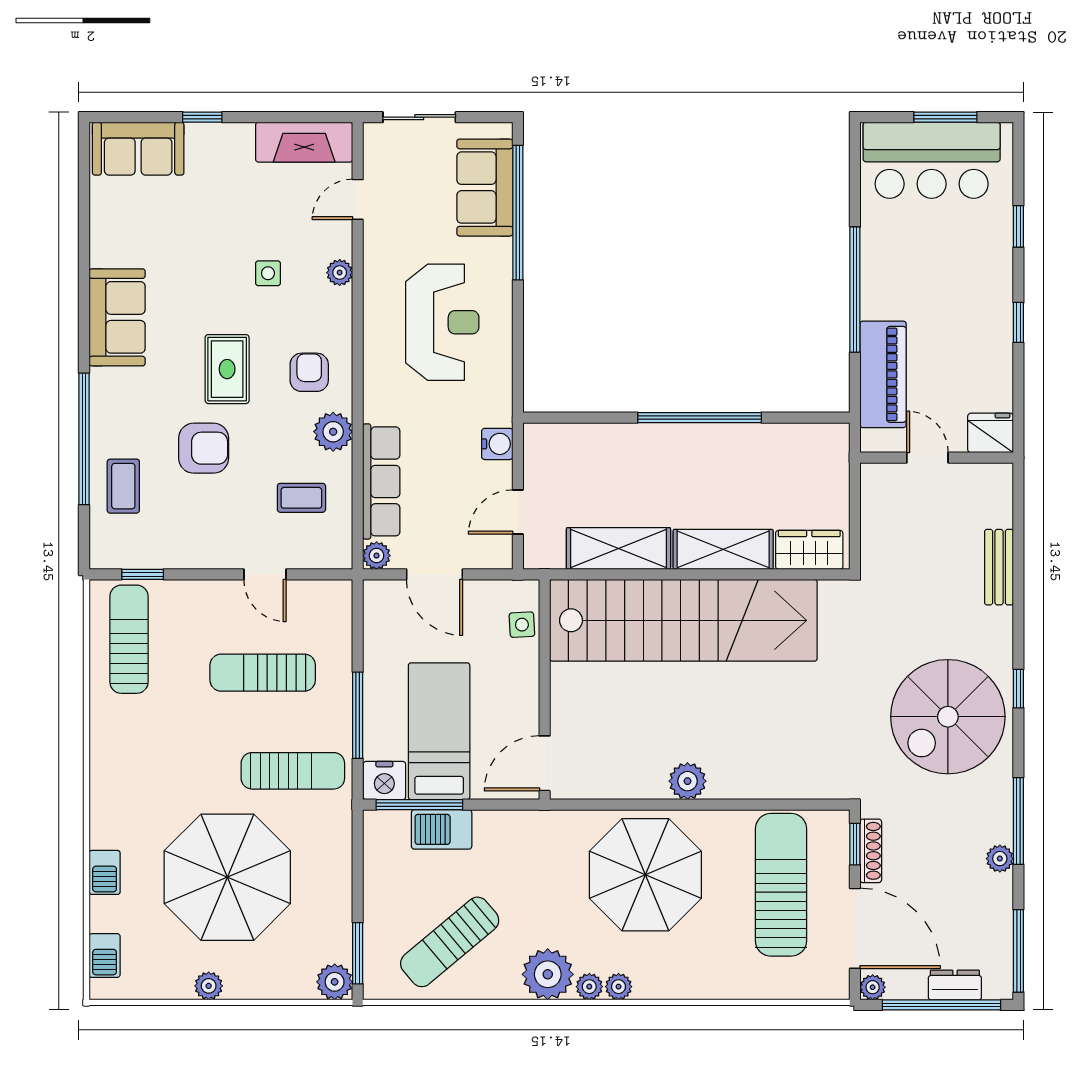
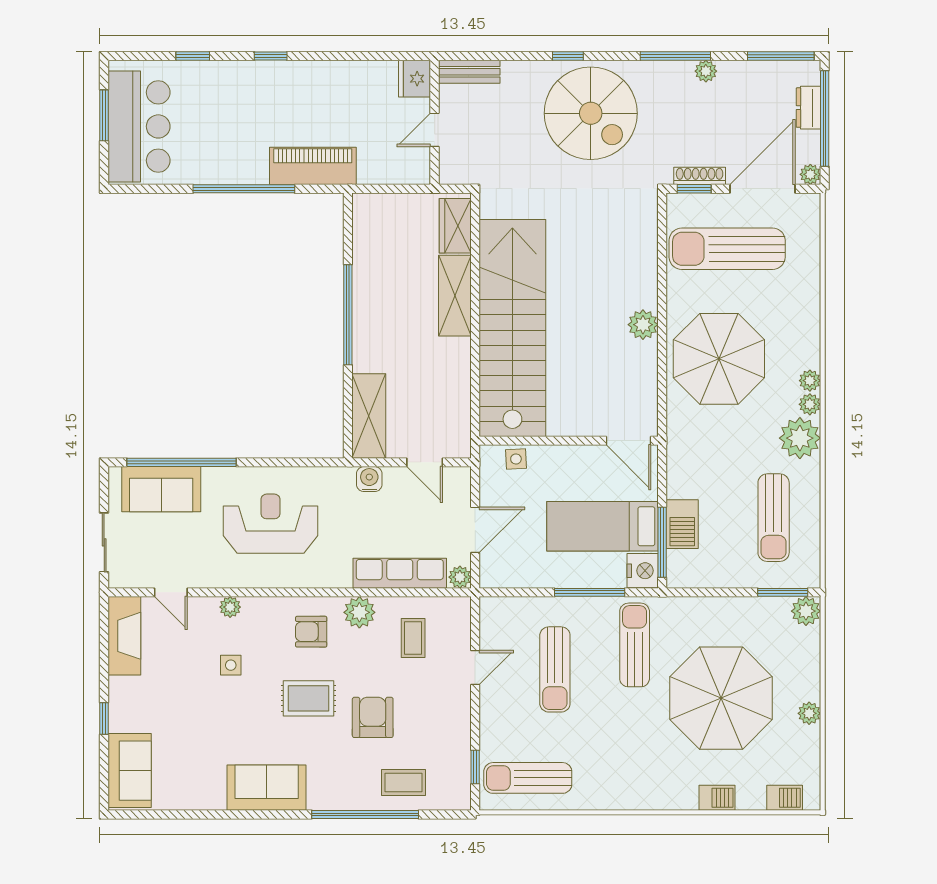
fridge: (991, 433) -> (415, 79), moved
door: (927, 458) -> (435, 130), moved
wall: (937, 458) -> (435, 122), moved
shelving: (618, 549) -> (369, 416), moved
sun lounger: (450, 942) -> (774, 518), turned 40

